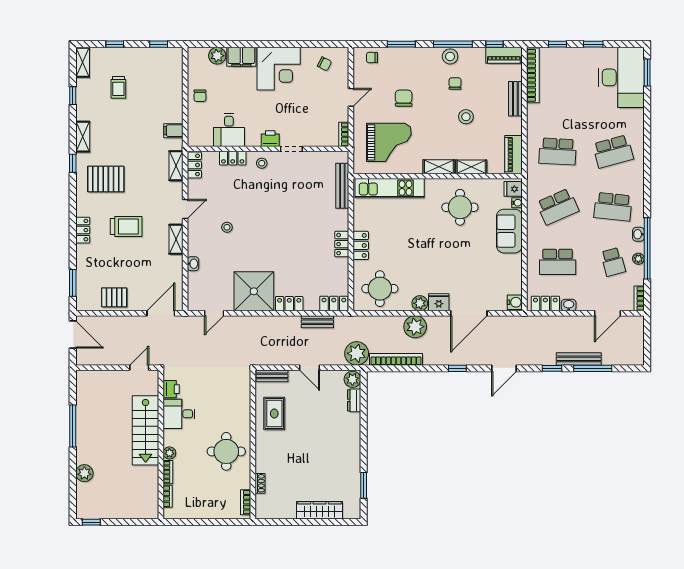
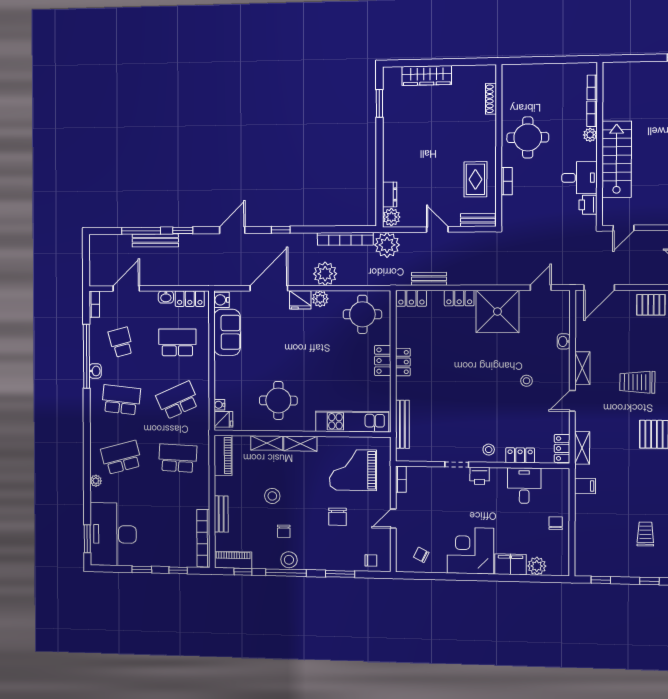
sofa: (509, 231) -> (227, 332), moved
plant: (638, 259) -> (96, 481), moved
shoe rack: (260, 483) -> (491, 99), width x1.43
bookcase: (246, 502) -> (507, 181), moved

